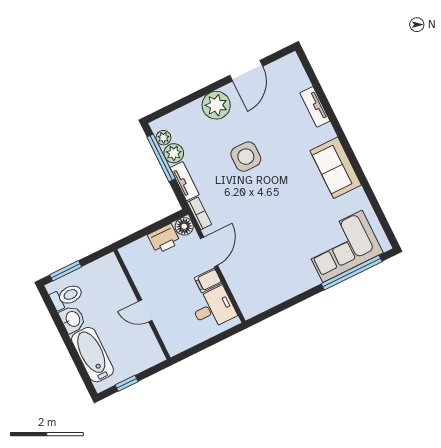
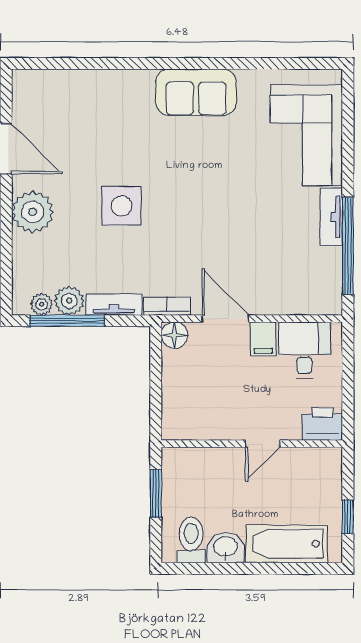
tv unit: (315, 107) -> (331, 217), moved, turned 90
printer: (164, 239) -> (322, 424), moved, turned -90
window: (66, 271) -> (156, 493), moved
window: (352, 273) -> (348, 246), moved

